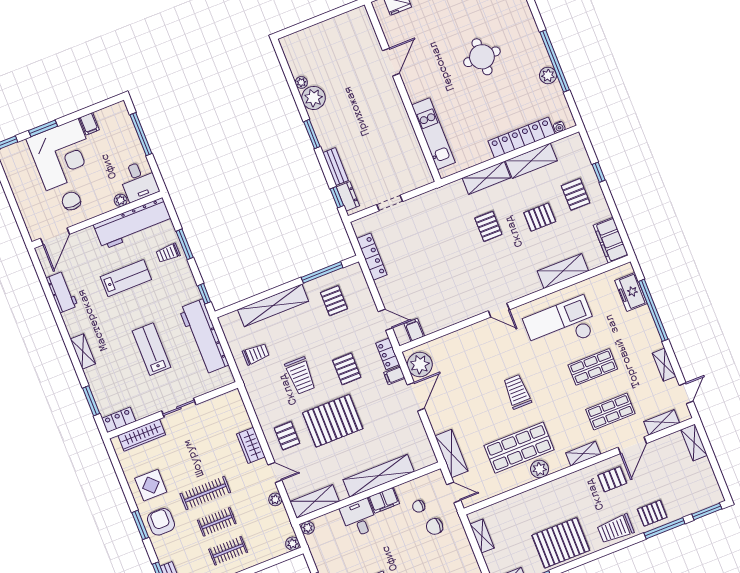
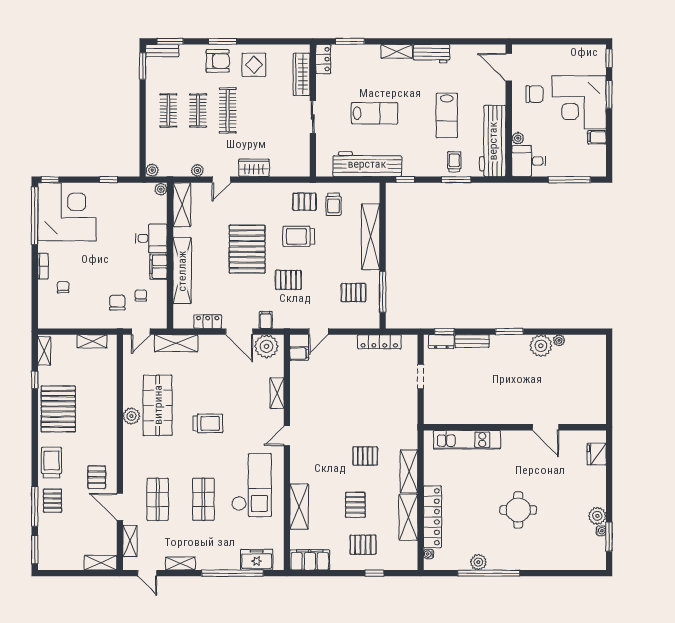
workbench: (62, 292) -> (432, 54), moved
locker: (388, 354) -> (208, 322), moved
pallet: (287, 436) -> (304, 202), moved
shelving: (583, 454) -> (277, 393), moved

